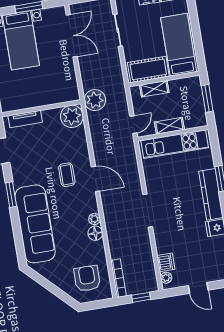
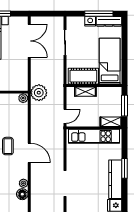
plant: (72, 116) -> (23, 98), width x0.53, depth x0.53
shelving: (169, 126) -> (111, 122), moved

